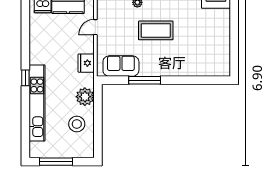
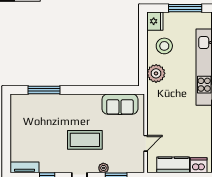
fridge: (86, 63) -> (155, 21), moved
window: (145, 80) -> (44, 90), moved

